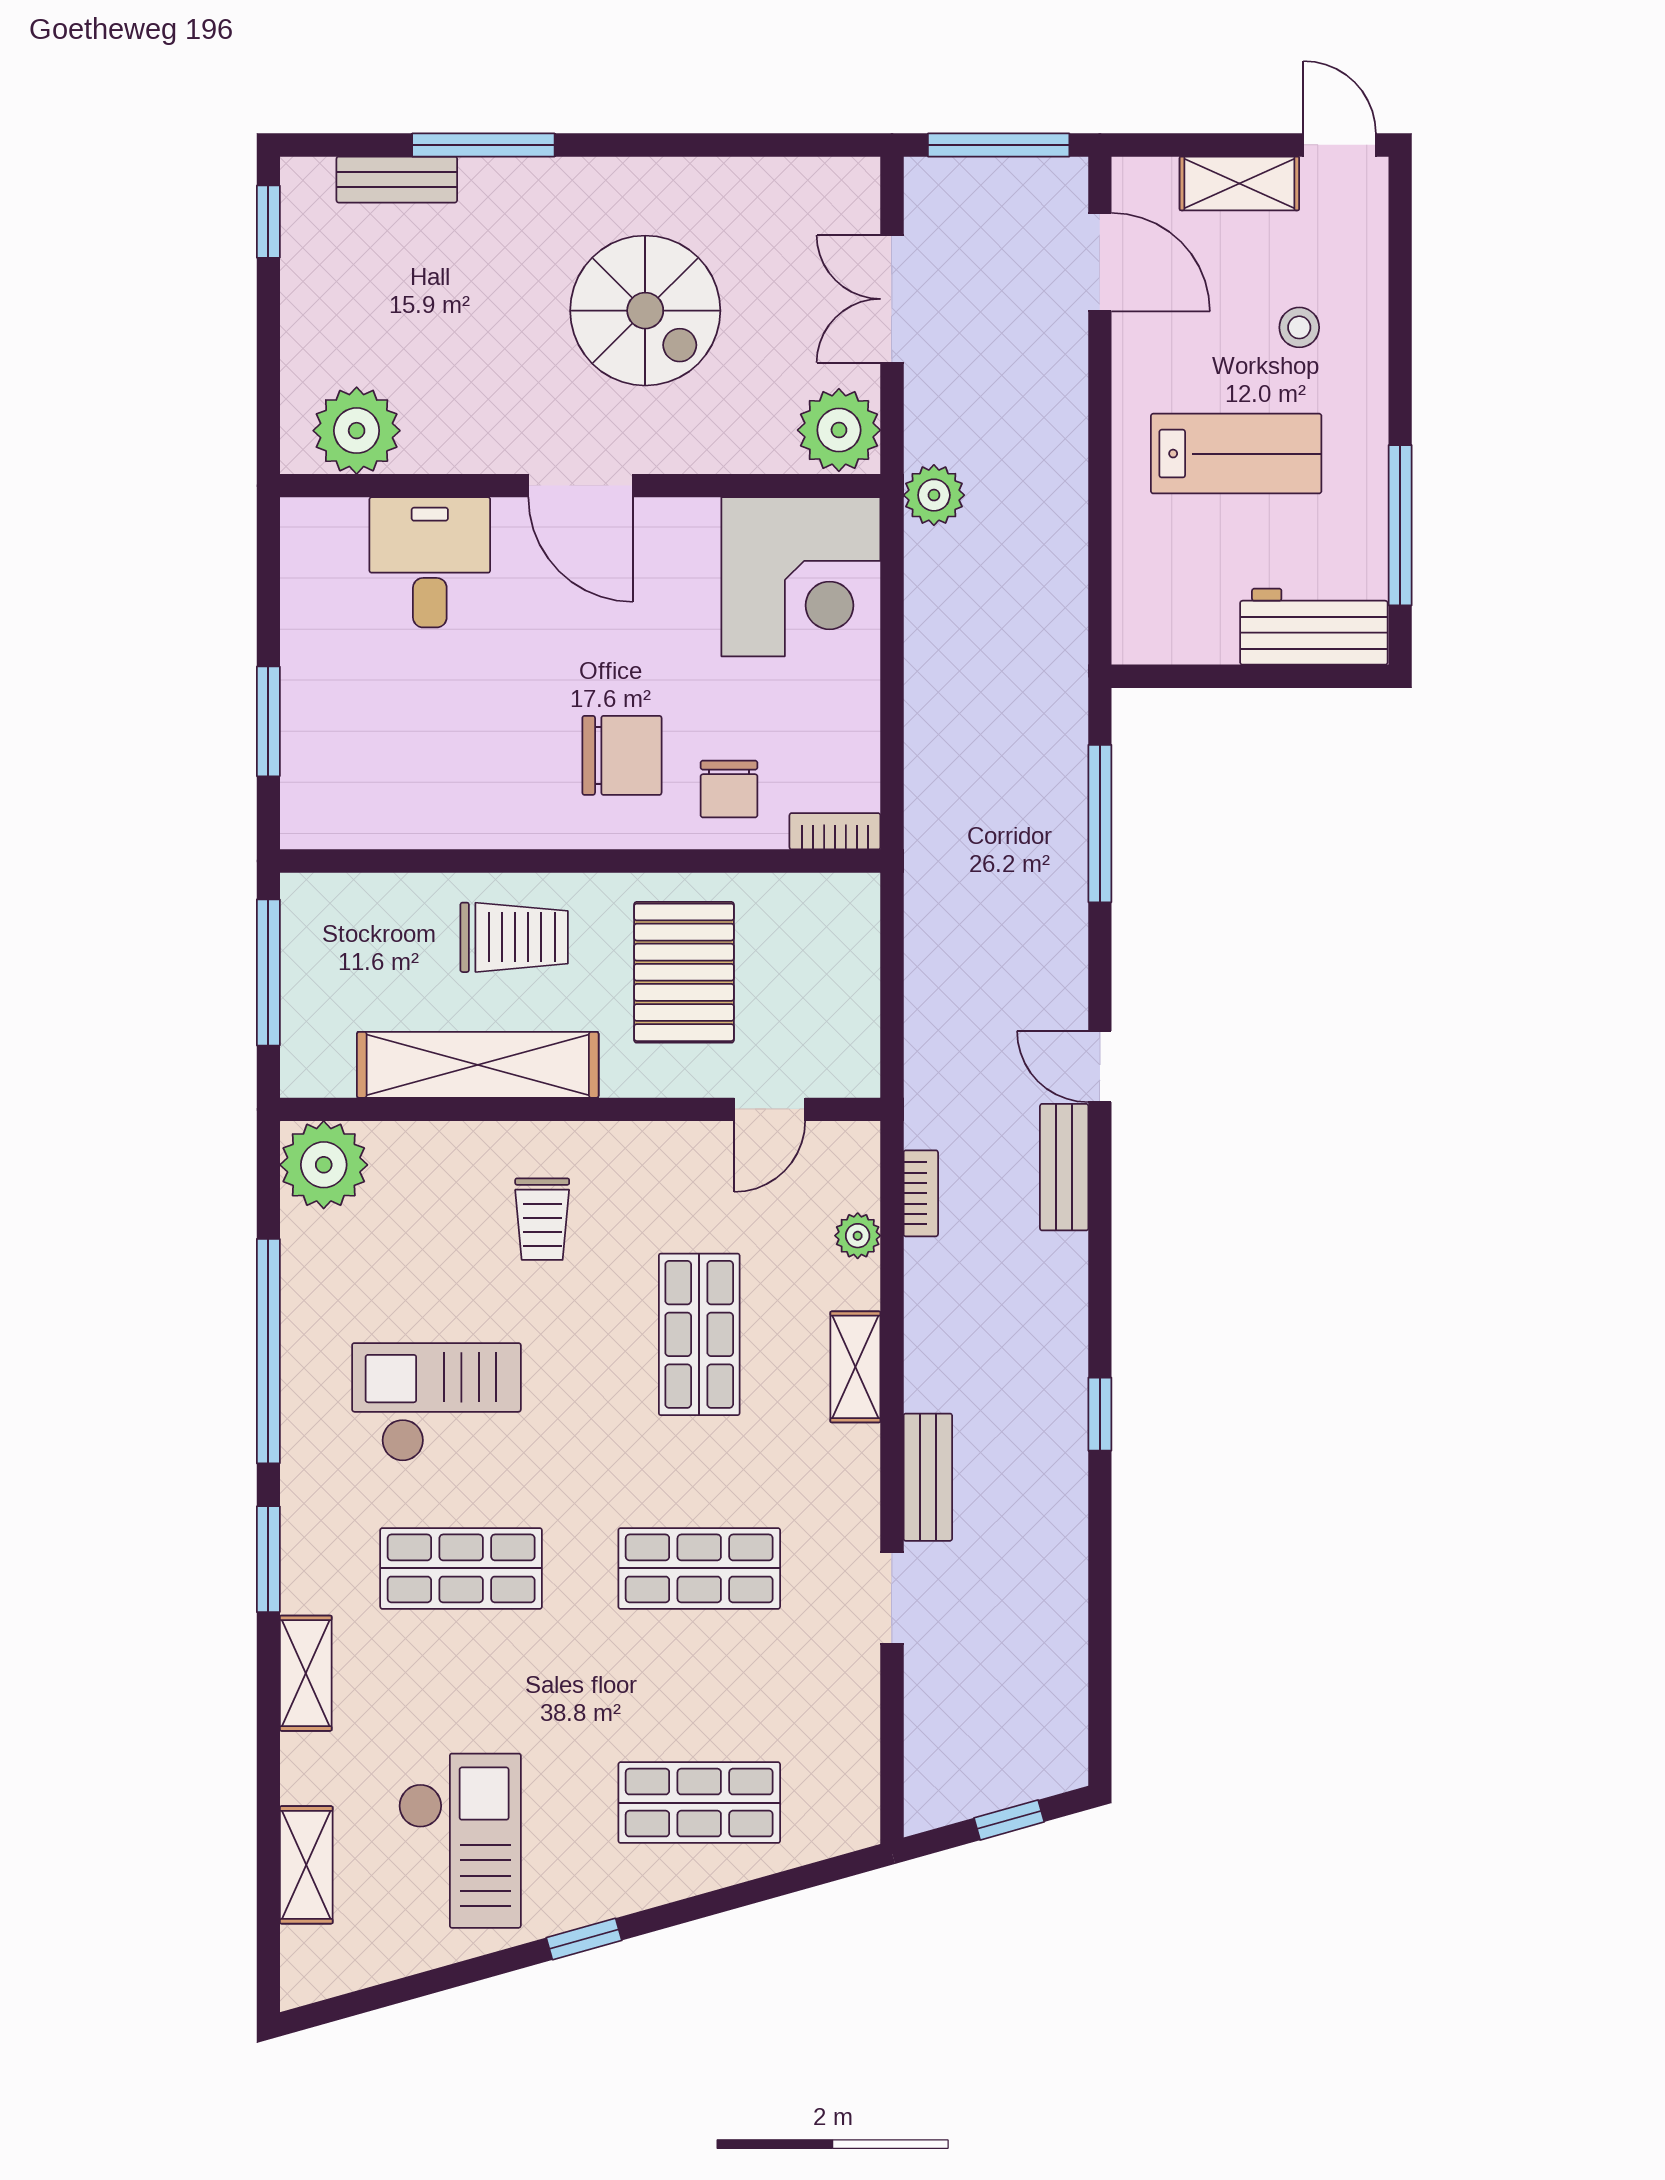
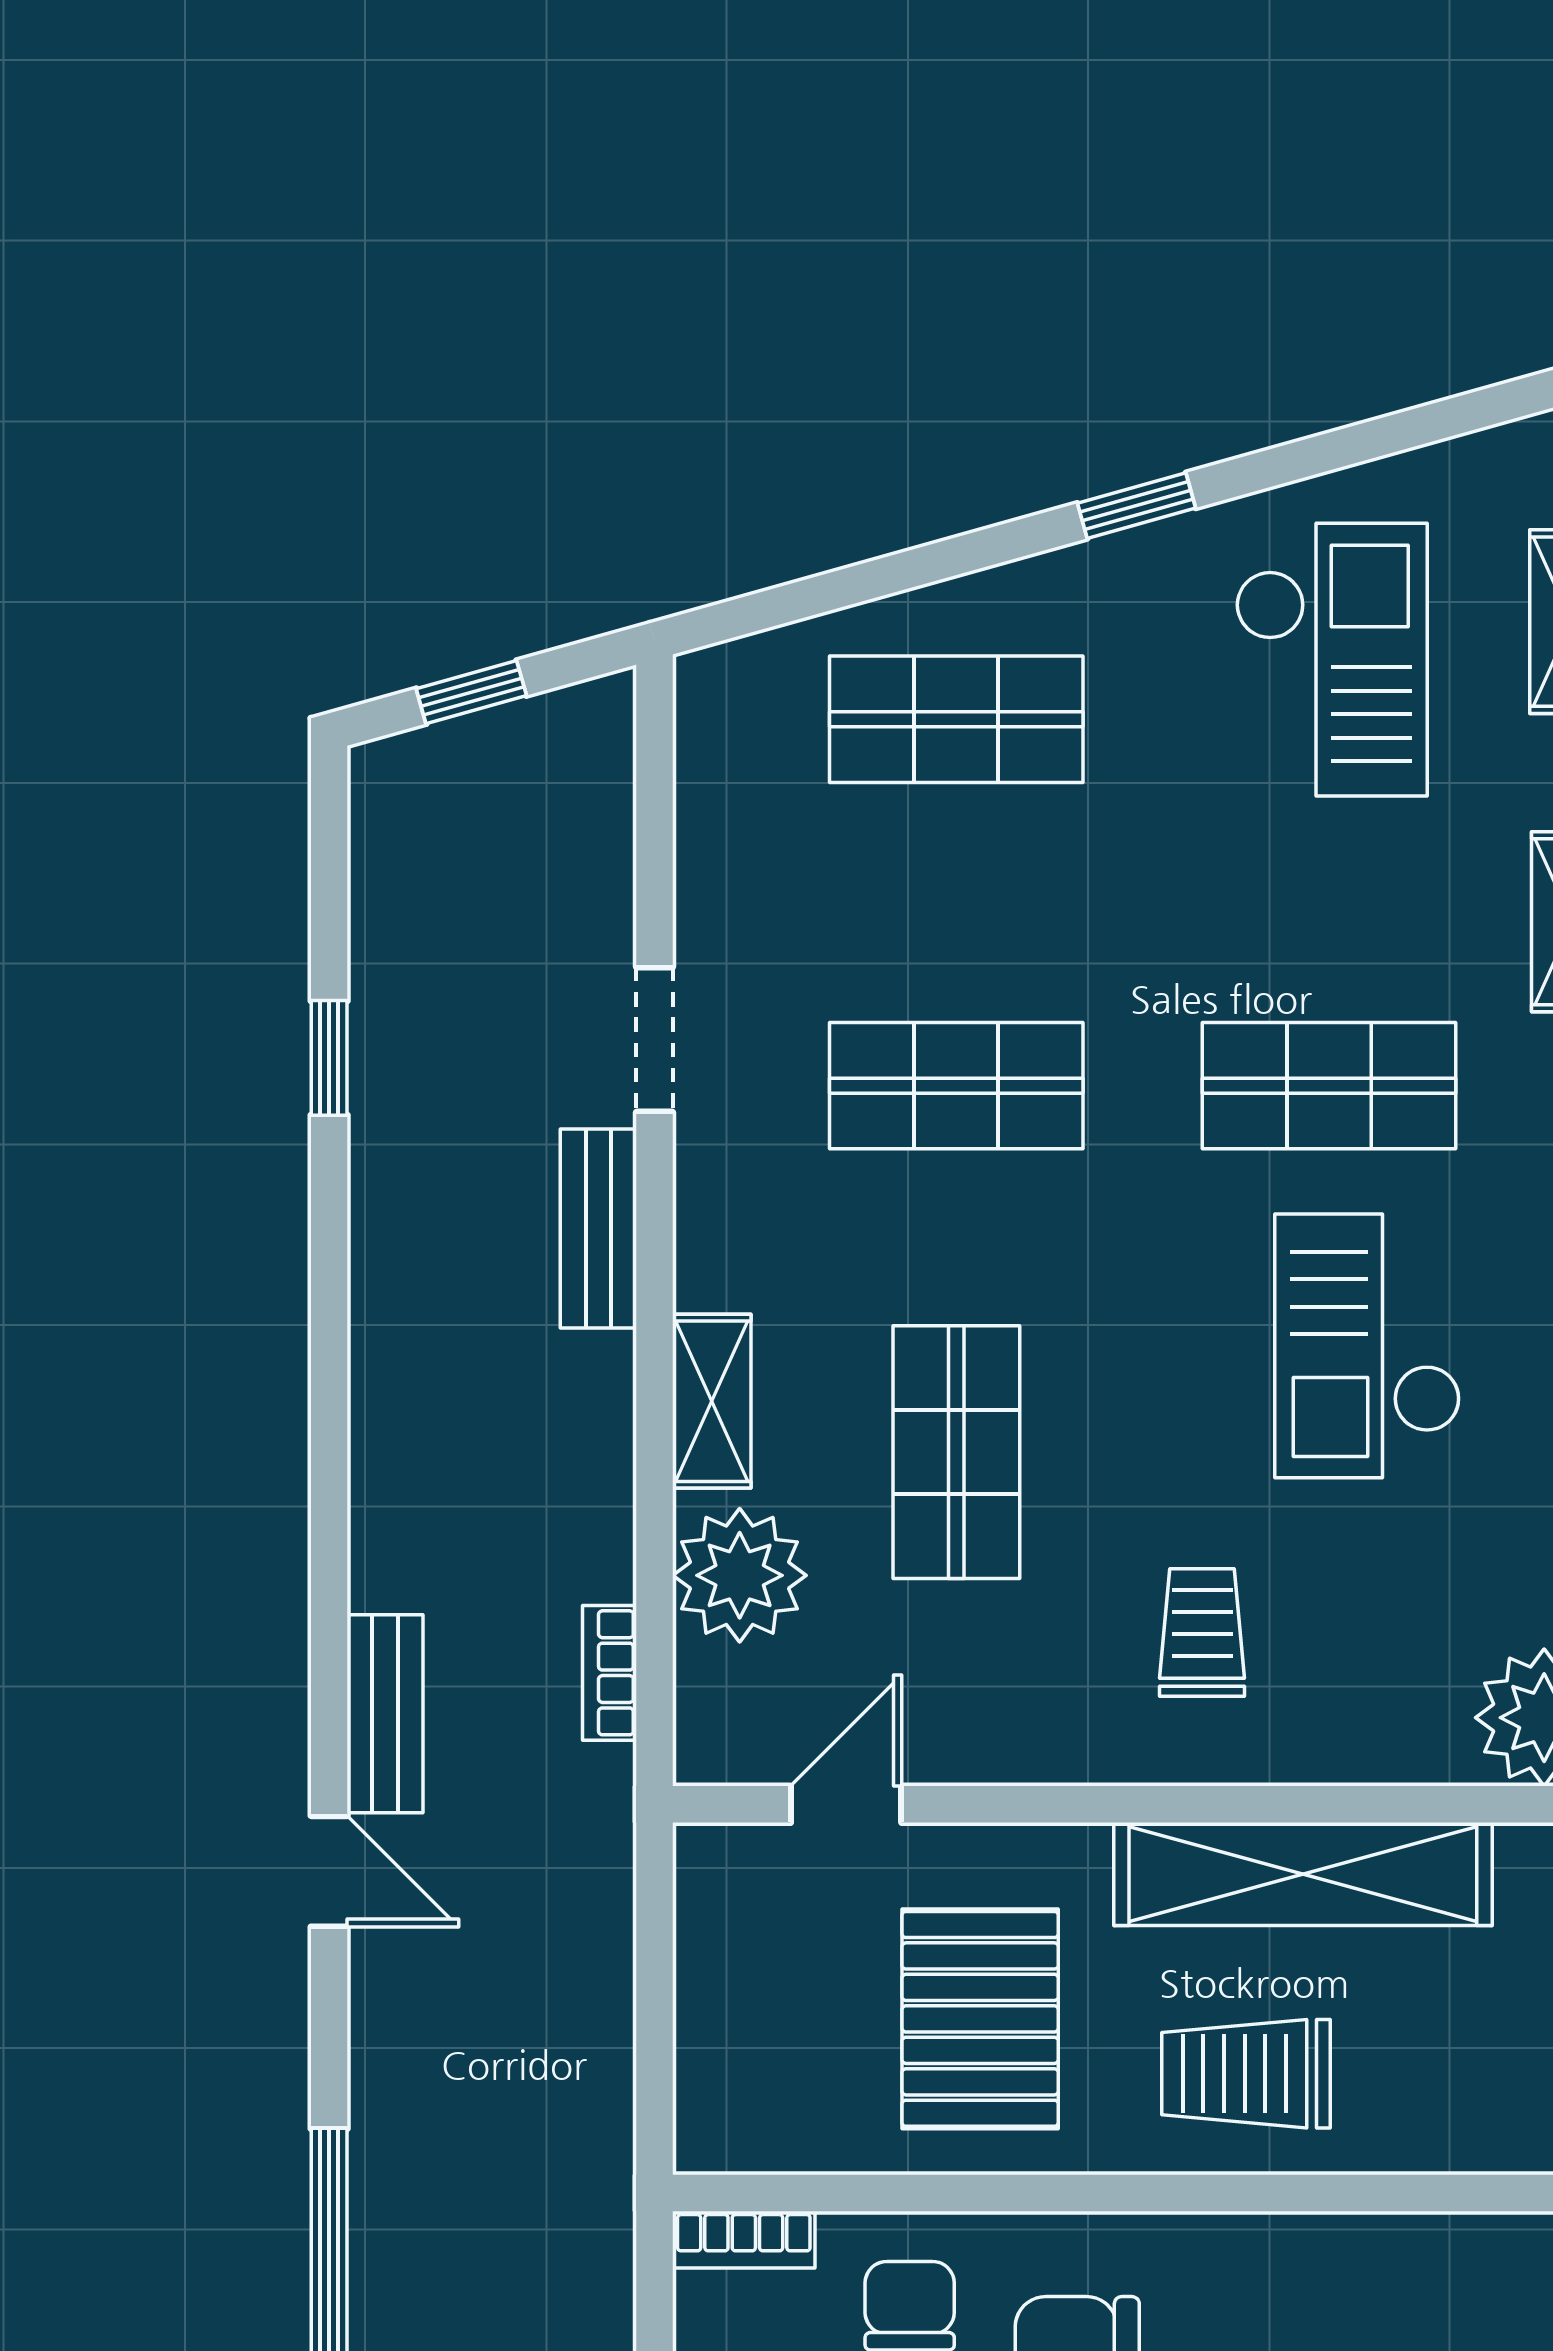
plant: (858, 1236) -> (740, 1575), width x1.88, depth x1.88
checkout: (436, 1402) -> (1368, 1346), turned 90
window: (1100, 1414) -> (329, 1058), moved
checkout: (460, 1841) -> (1331, 660), turned 180

